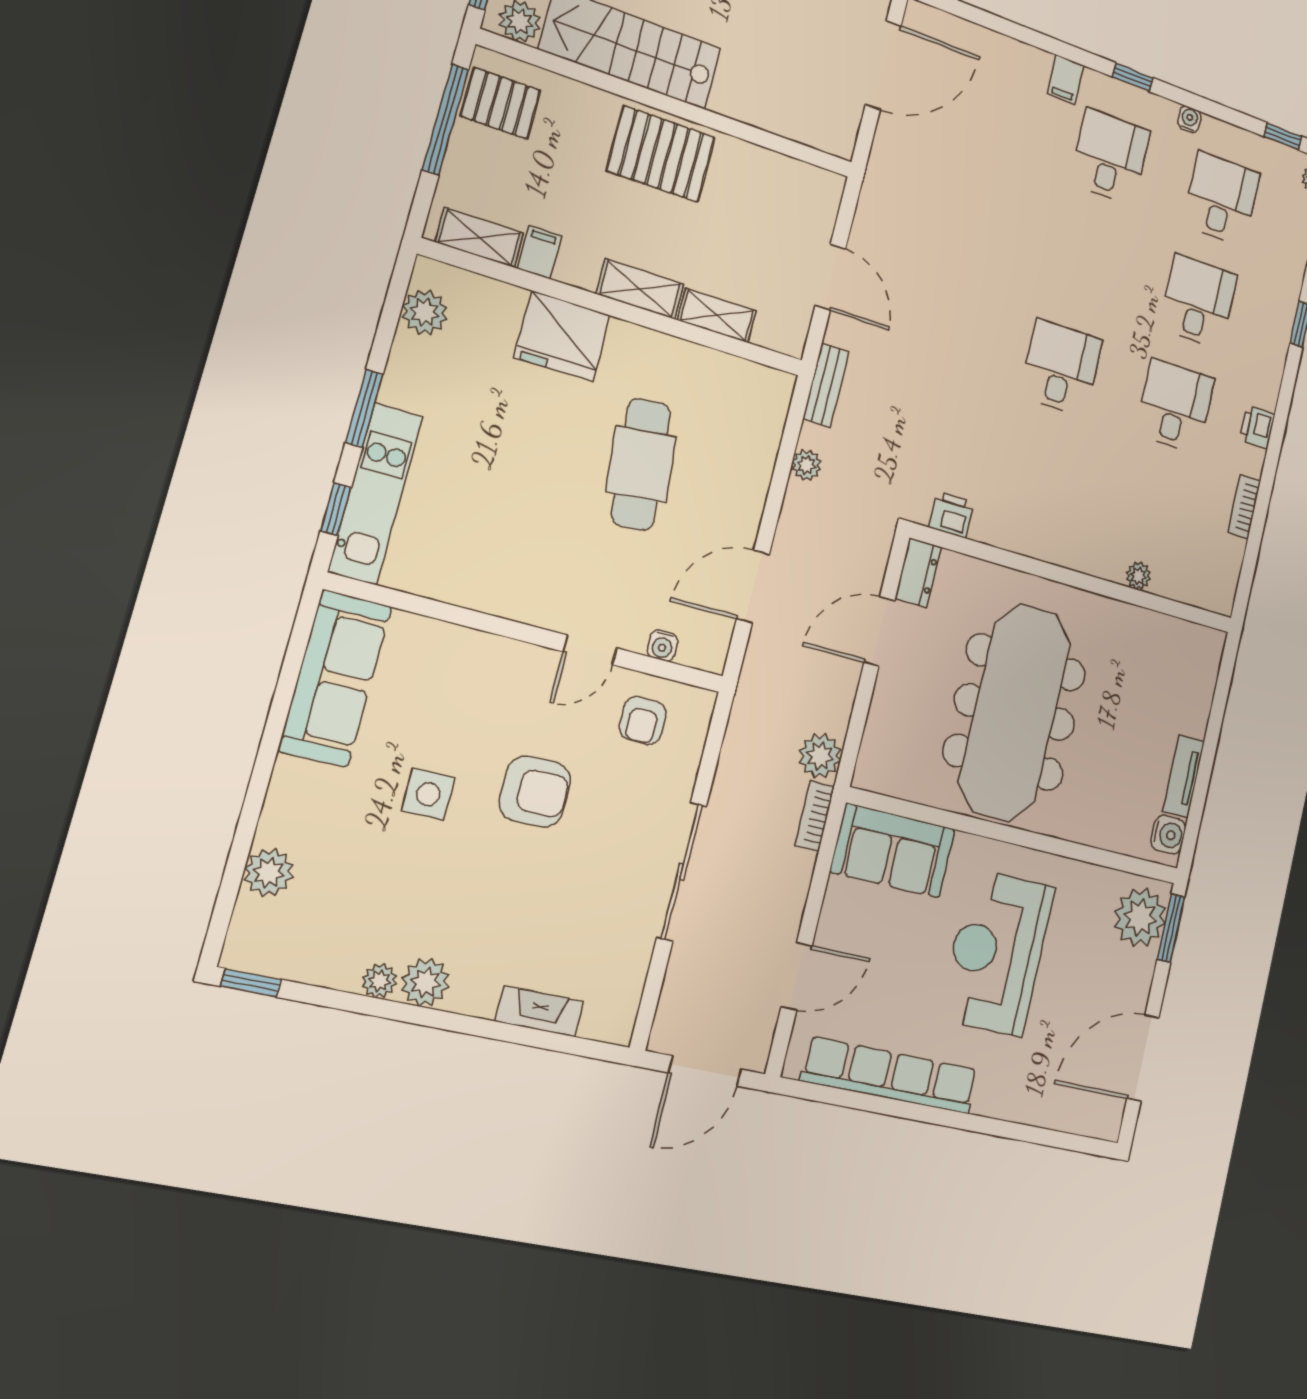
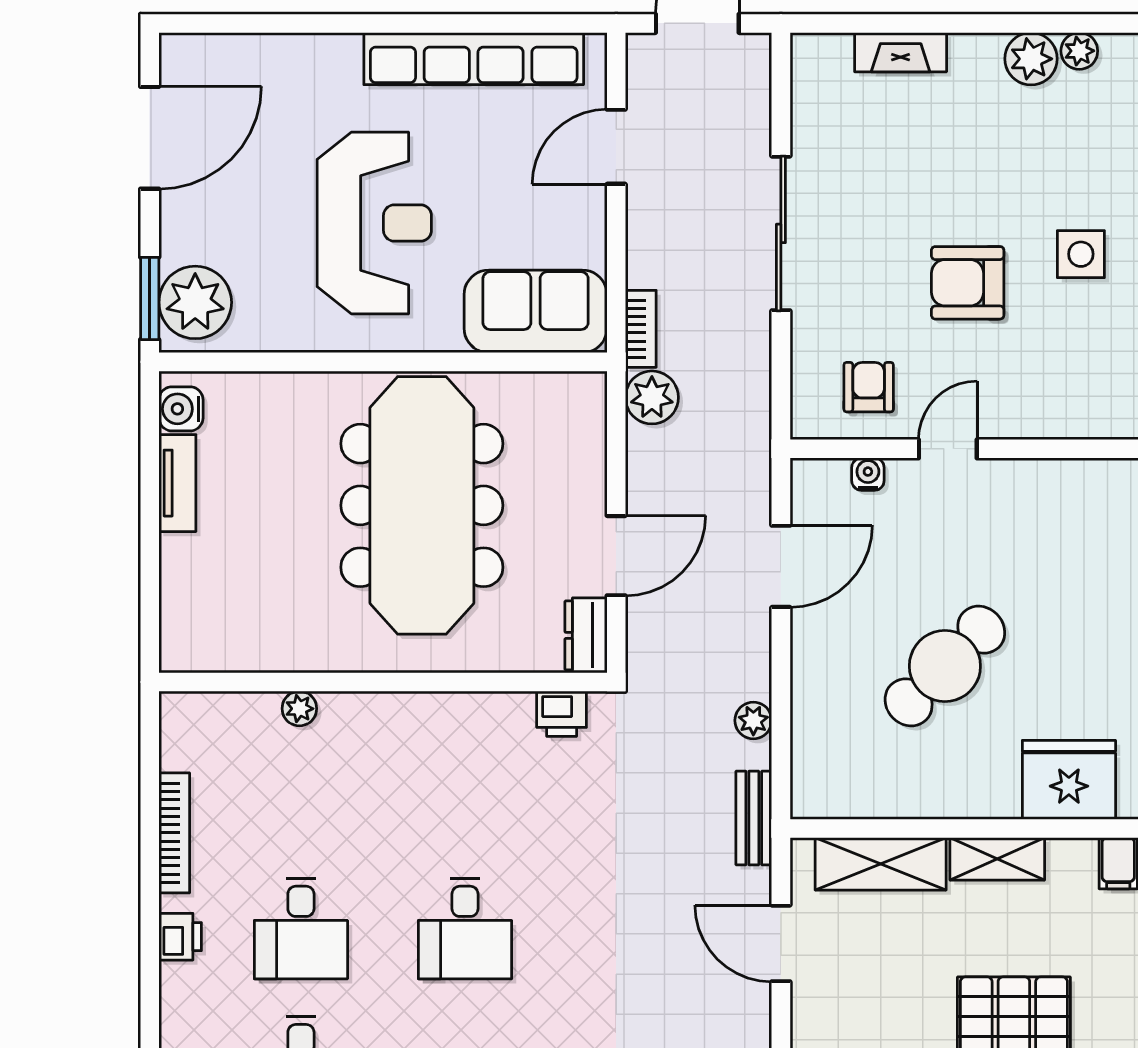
shelving: (717, 315) -> (881, 864), width x1.50, depth x1.33
cafe table: (641, 464) -> (945, 666), turned 51
bookcase: (1244, 507) -> (174, 833), width x1.56

